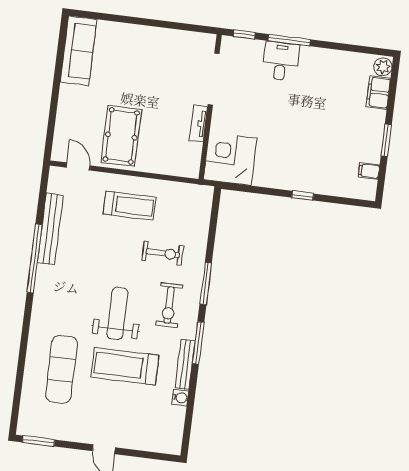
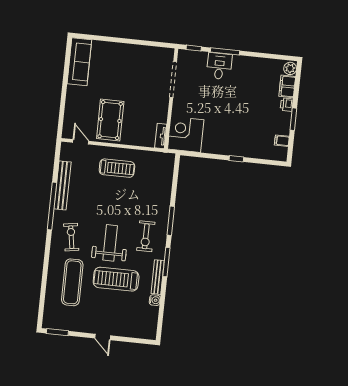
printer: (377, 119) -> (287, 105), added
tv unit: (199, 123) -> (161, 136), moved
exercise bike: (163, 253) -> (71, 237), moved, turned -99

